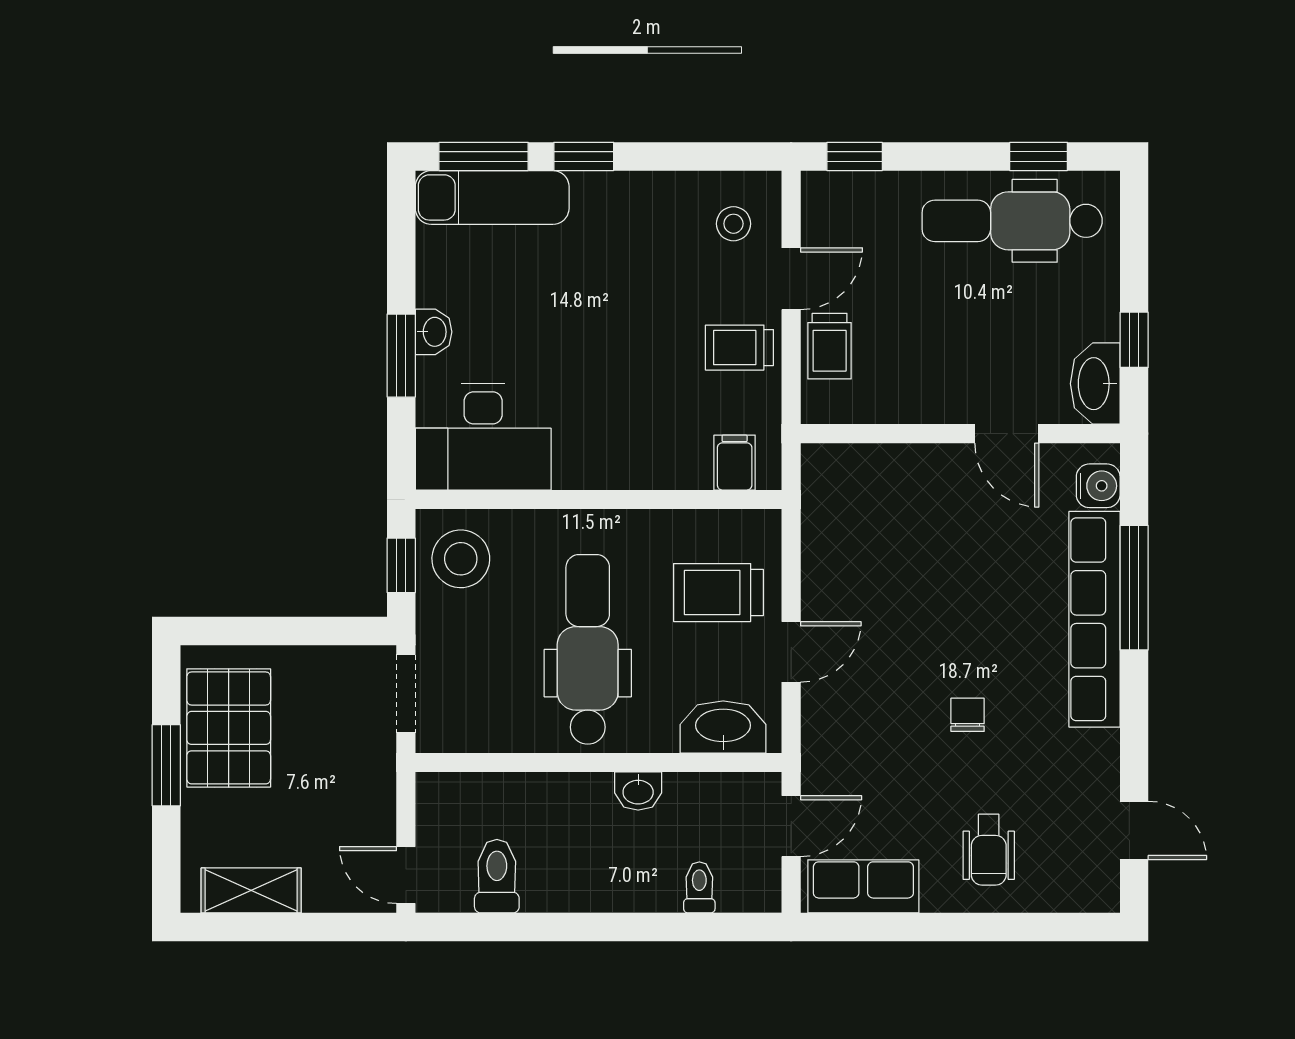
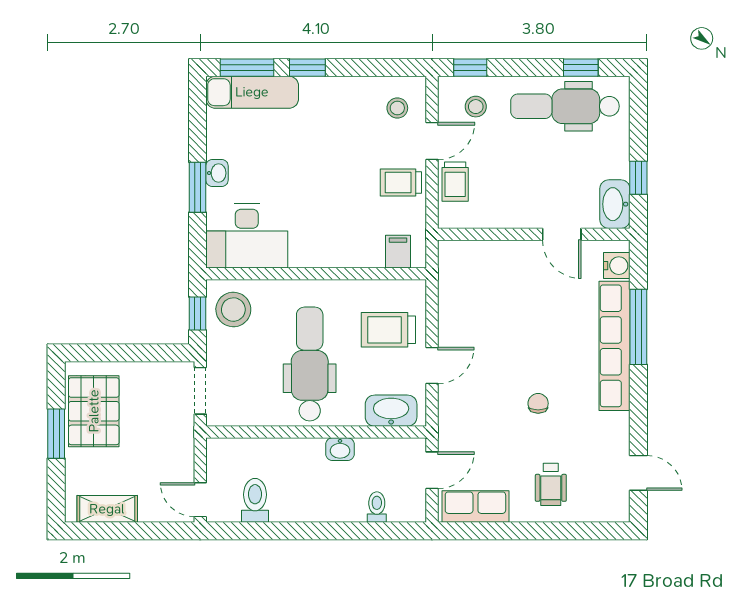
stool: (864, 221) -> (476, 107), added

